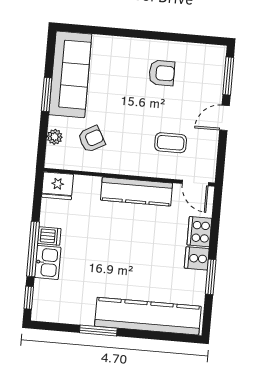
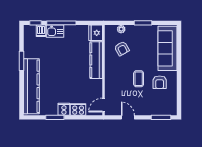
sofa: (70, 74) -> (168, 48), moved, turned 90
door: (225, 118) -> (128, 117), moved
coffee table: (171, 143) -> (139, 79), moved
kitchen counter: (137, 192) -> (96, 60), moved
dishwasher: (49, 236) -> (41, 31), moved

